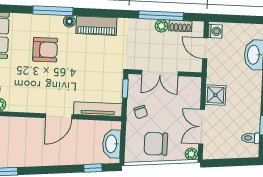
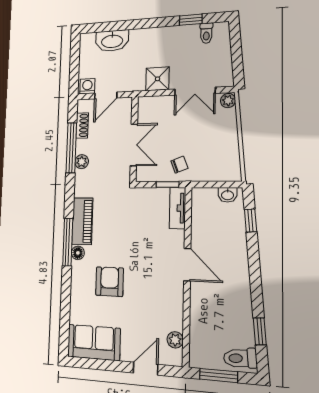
window: (53, 11) -> (68, 242), moved
plant: (161, 26) -> (82, 162), moved
window: (125, 88) -> (168, 185), moved
tv unit: (98, 109) -> (178, 208), width x0.71
washbasin: (112, 144) -> (228, 195), width x0.52, depth x0.69
chair: (156, 144) -> (217, 144), removed

